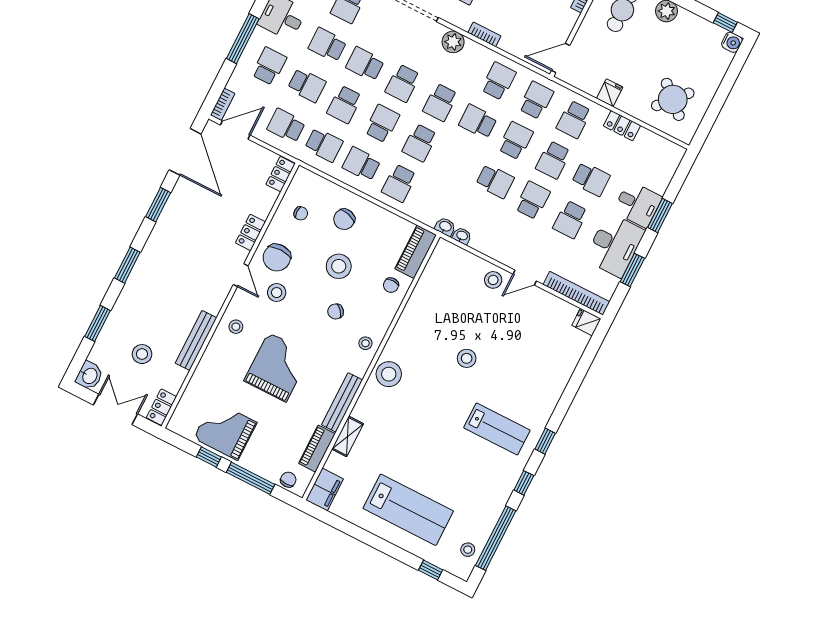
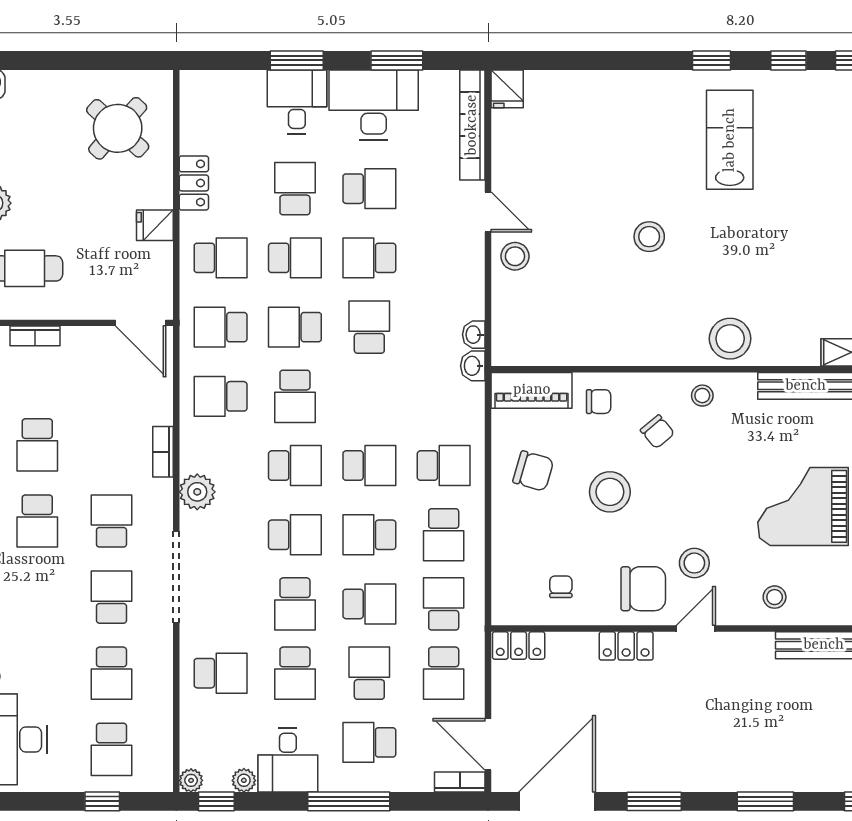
chair: (344, 219) -> (533, 471), moved
chair: (336, 311) -> (657, 432), moved

